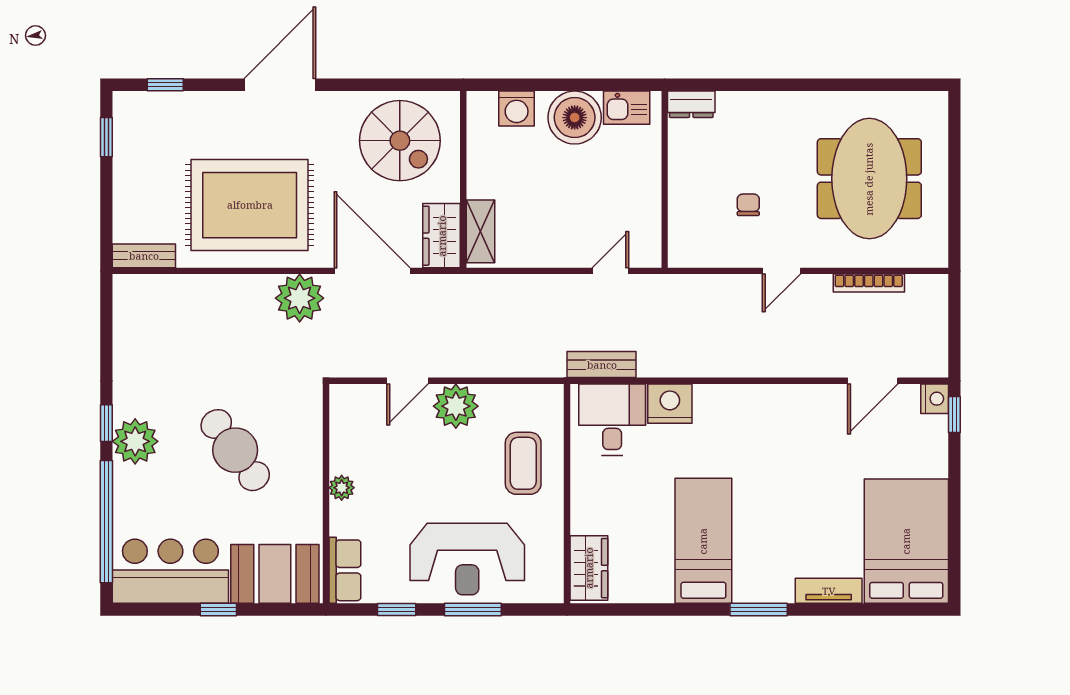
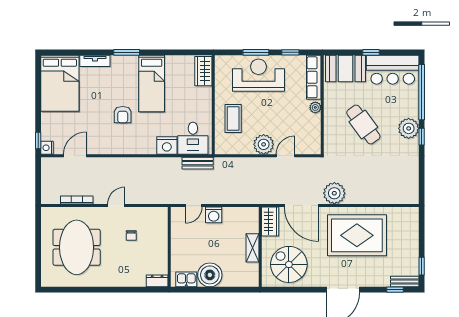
washing machine: (517, 109) -> (214, 215), moved, turned 180
shelving: (480, 231) -> (252, 248), moved
bench: (144, 256) -> (405, 282), moved
armchair: (767, 472) -> (123, 115), added
row of seats: (345, 570) -> (314, 77), width x1.48

